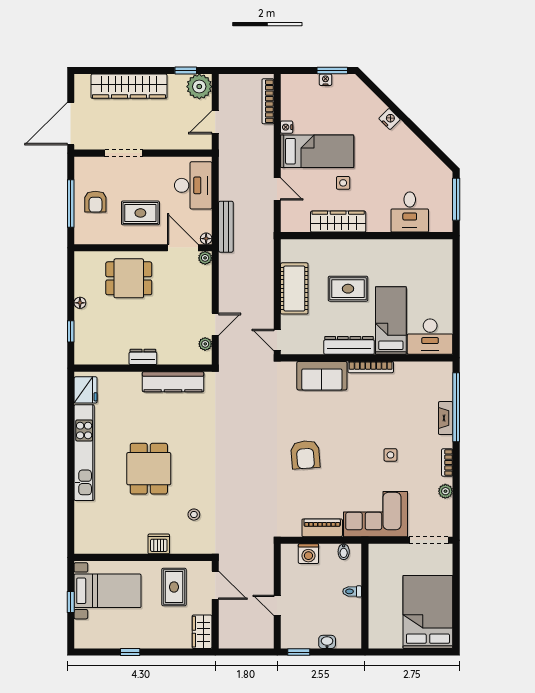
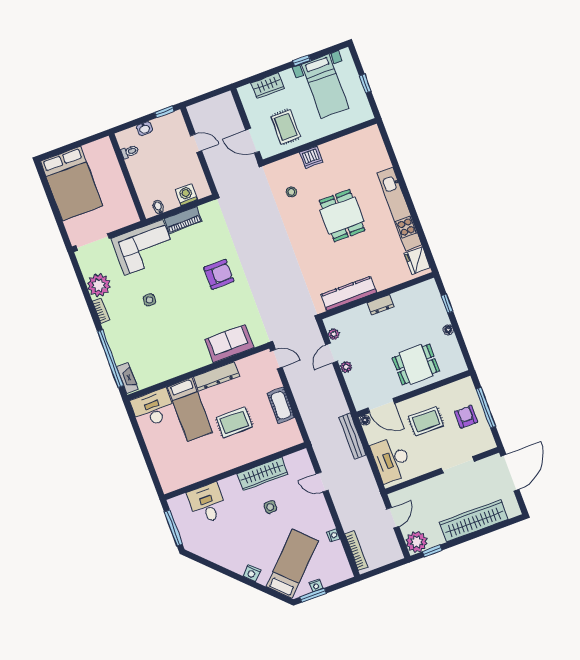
bed: (317, 151) -> (292, 564), moved, turned 135
plant: (205, 258) -> (346, 367), moved
cot: (294, 288) -> (281, 405), width x0.73, depth x0.75
bookcase: (371, 367) -> (192, 365), removed
fireplace: (446, 418) -> (127, 378), moved
armchair: (305, 455) -> (219, 274), turned 94
plant: (445, 491) -> (99, 285), width x1.87, depth x1.87
bed with nightstands: (108, 591) -> (325, 86), moved, turned -90
toilet: (352, 591) -> (130, 152), moved
wardrobe: (202, 632) -> (268, 86), moved, turned 90

